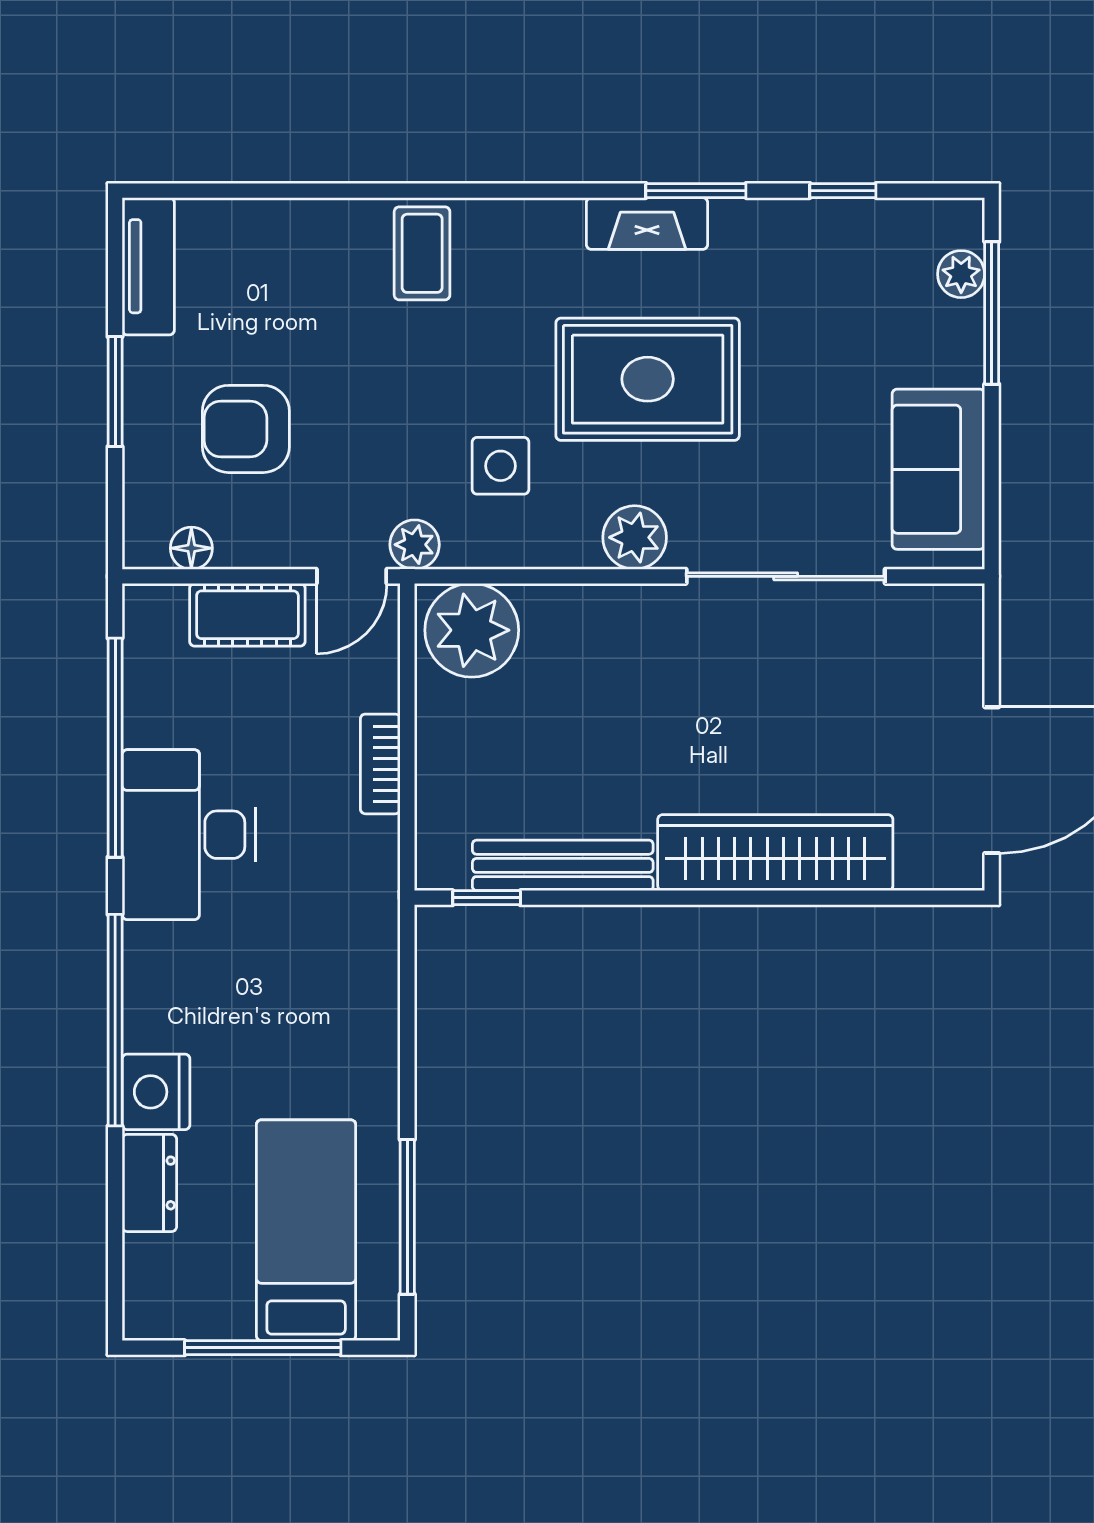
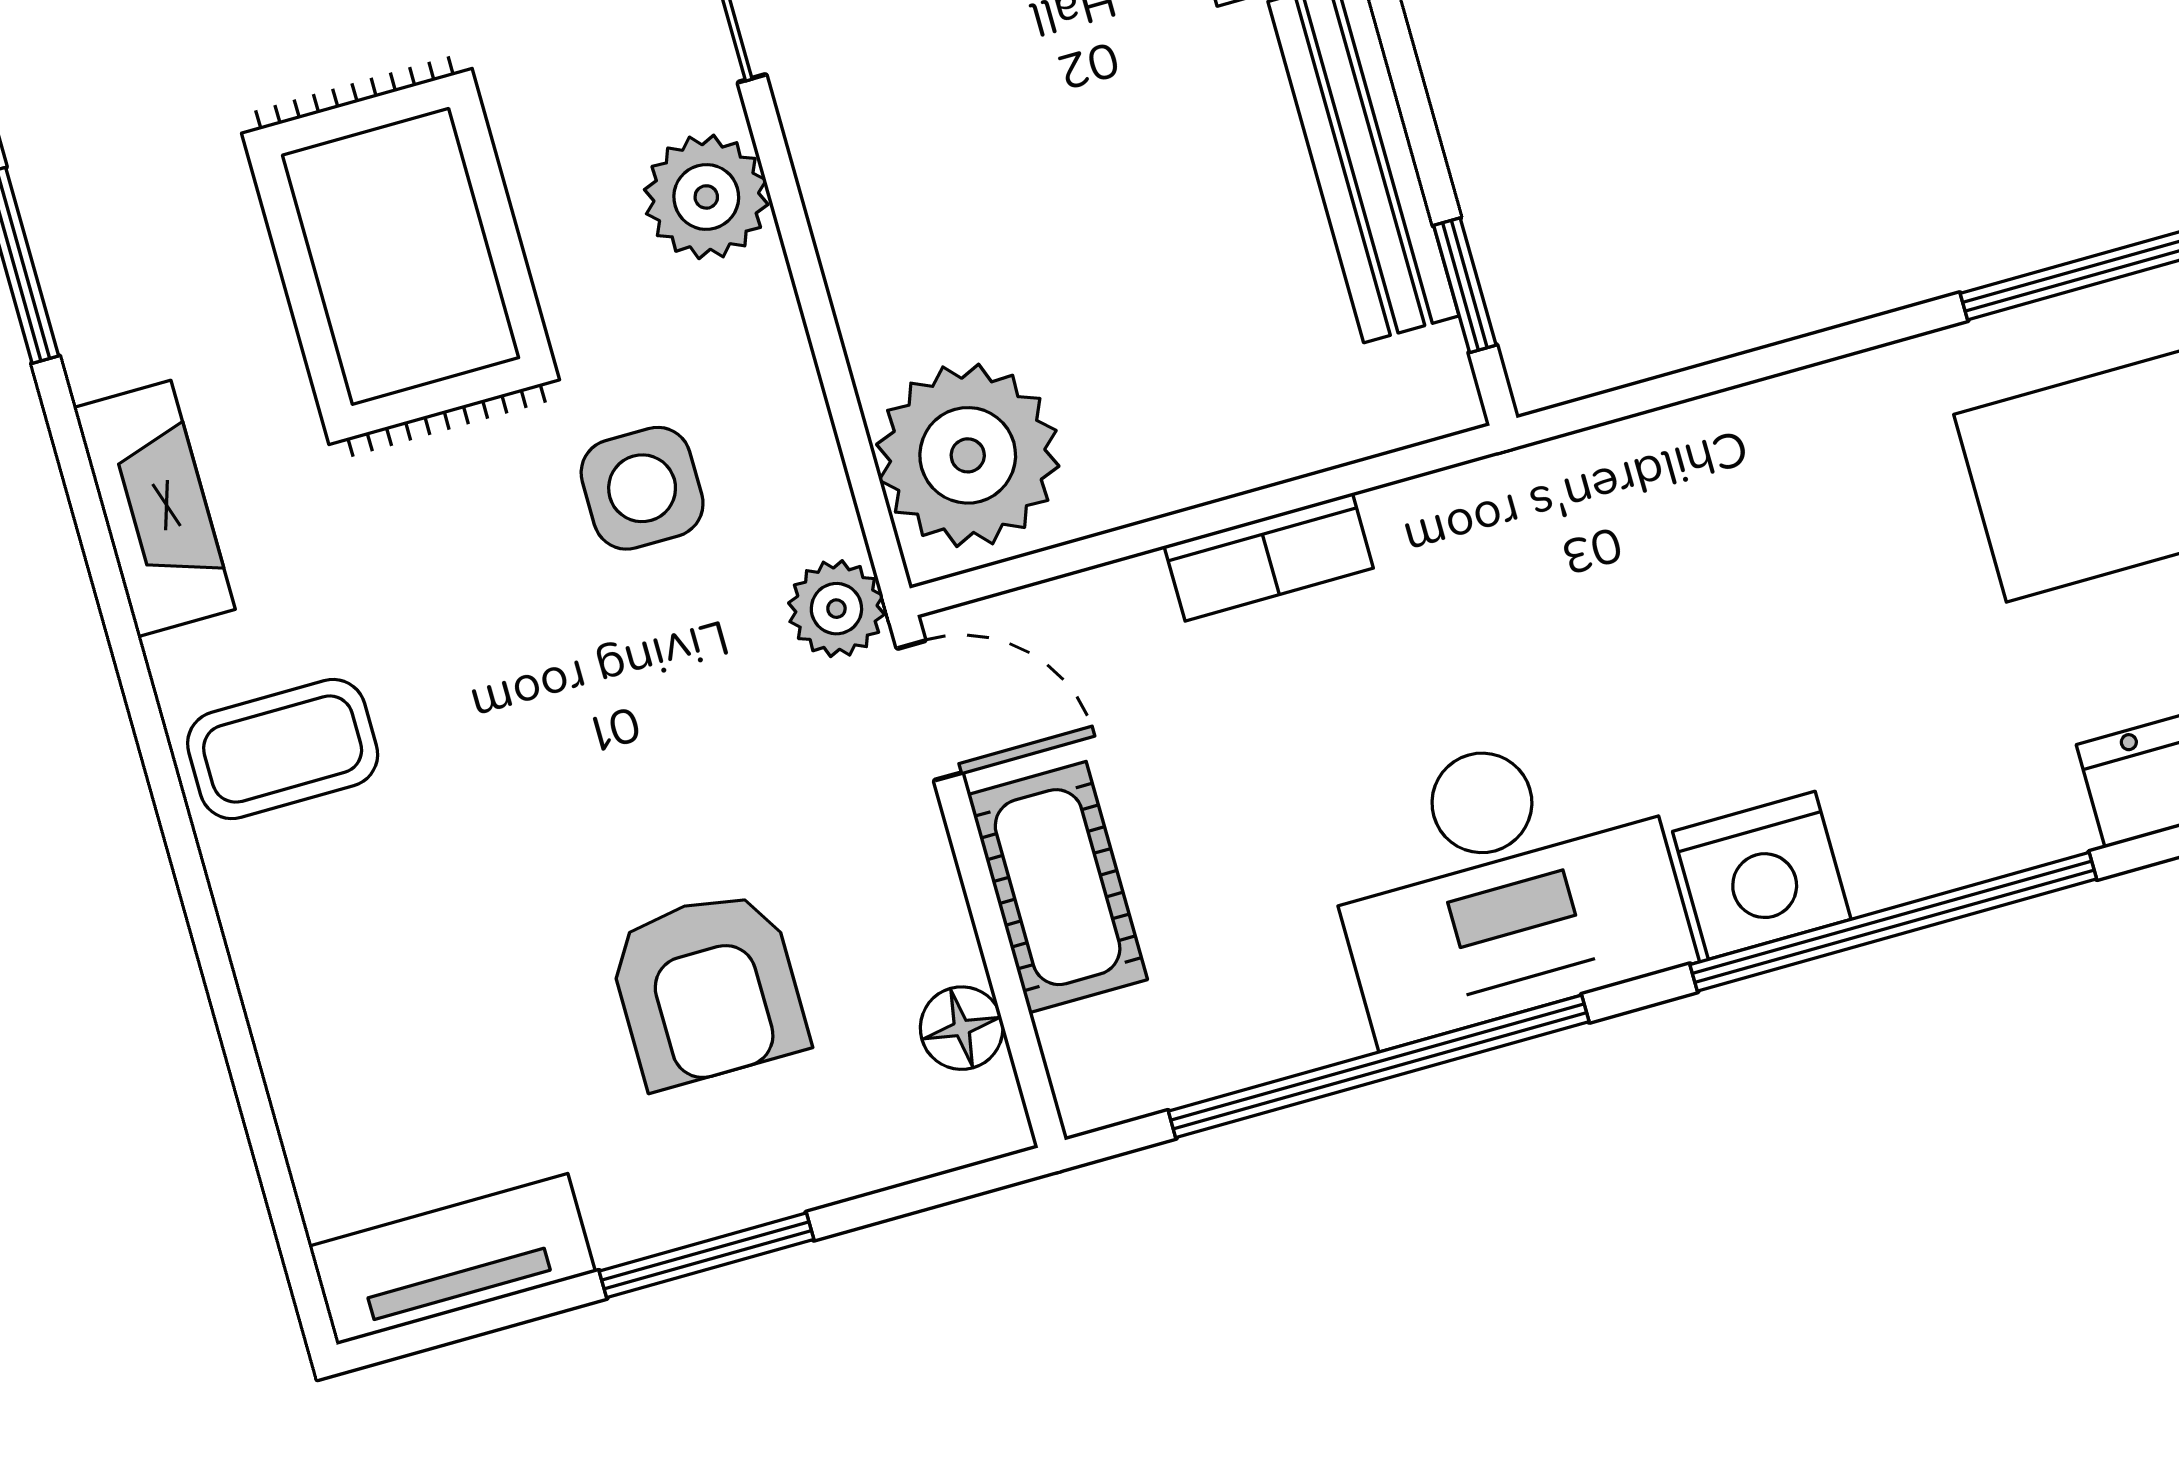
fireplace: (647, 224) -> (154, 508), moved
nightstand: (156, 1092) -> (1762, 875), moved

